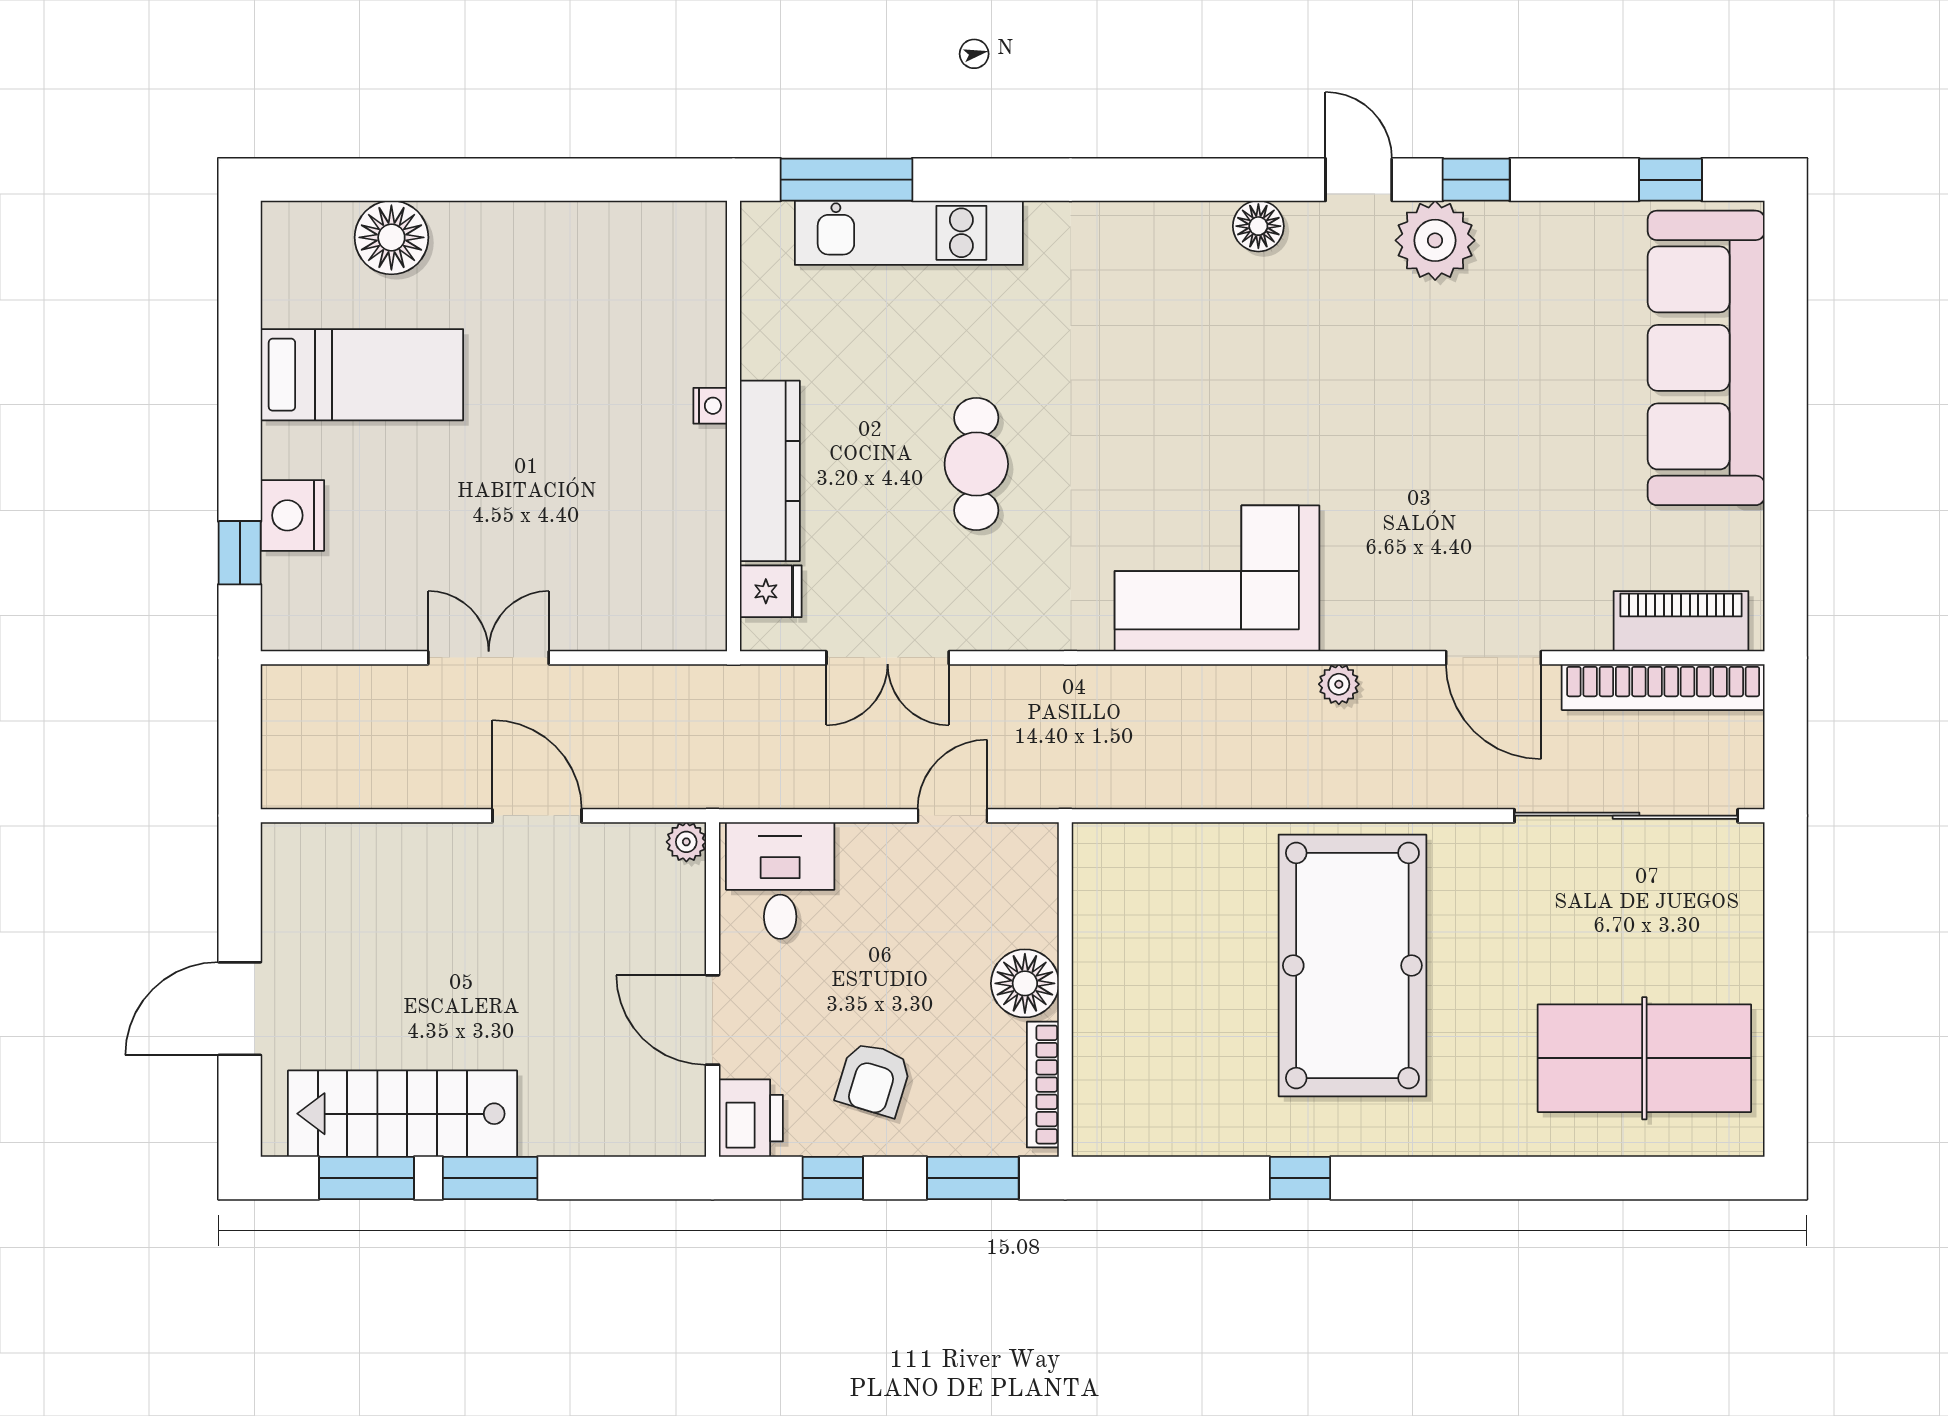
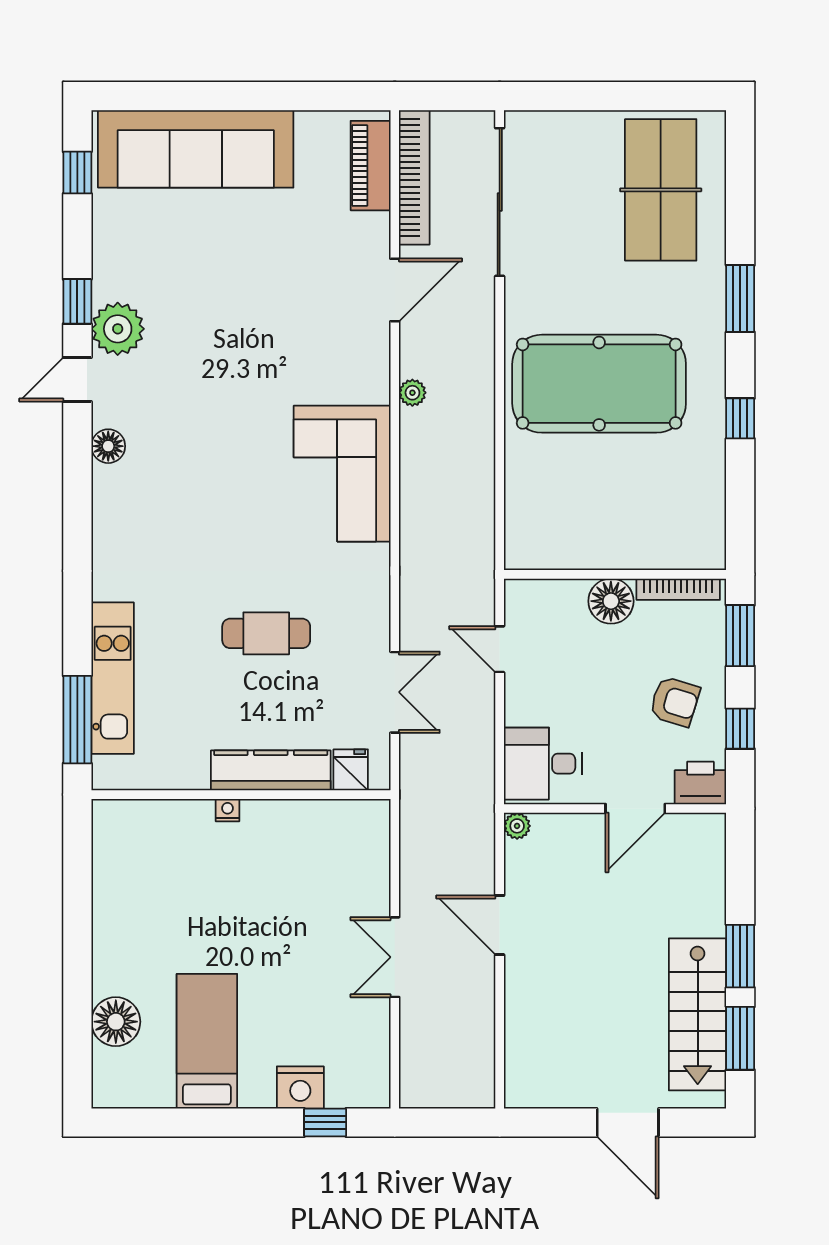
door: (537, 816) -> (500, 925), hinge flipped
window: (1481, 1178) -> (740, 299), added

